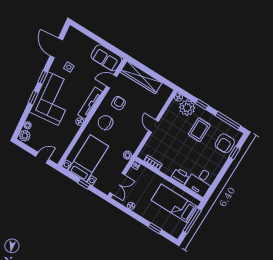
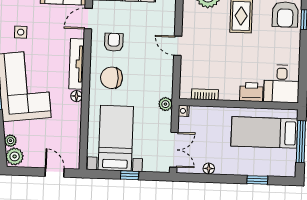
door: (42, 158) -> (55, 172), hinge flipped

